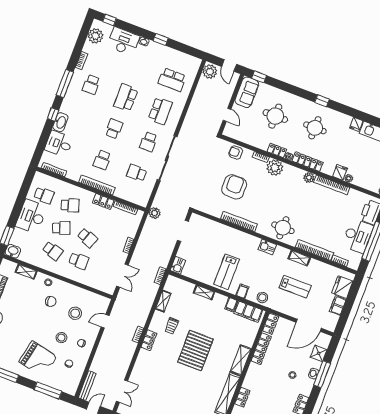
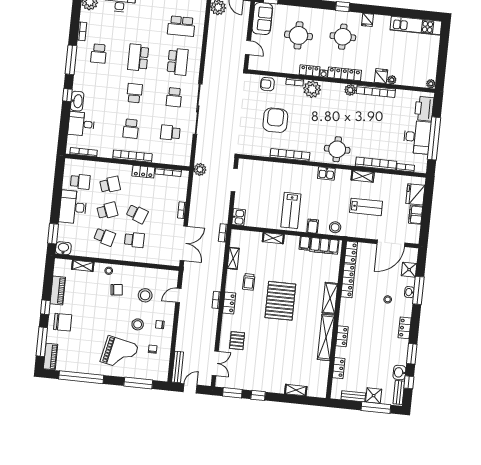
fridge: (356, 124) -> (367, 20), moved
double door: (122, 276) -> (184, 243), width x1.37
pallet: (147, 376) -> (237, 341), added

